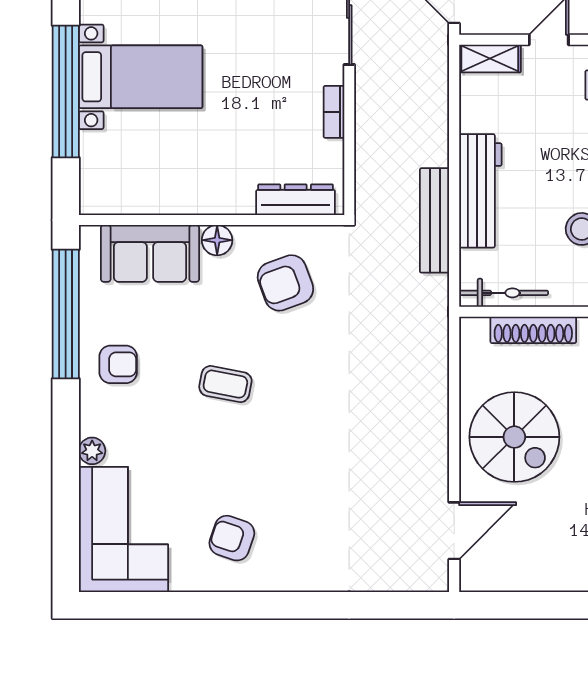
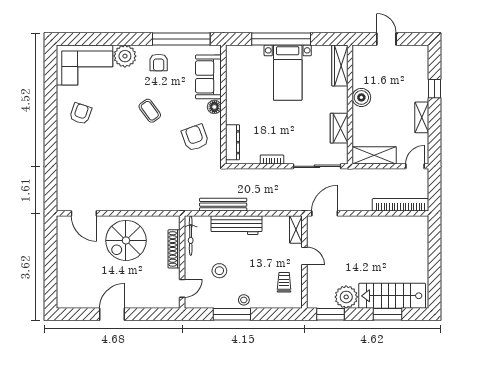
coffee table: (225, 384) -> (150, 111), turned -47
plant: (92, 451) -> (125, 56), width x1.88, depth x1.88

